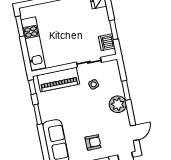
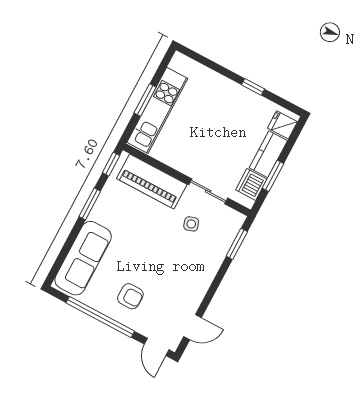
kitchen counter: (103, 21) -> (268, 154), added
window: (20, 26) -> (145, 100), moved
window: (126, 90) -> (237, 244), moved
plant: (118, 104) -> (201, 274), removed

